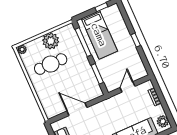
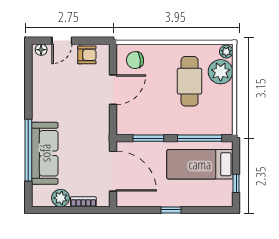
plant: (51, 41) -> (221, 72), moved
door: (127, 87) -> (113, 171), width x1.88
chair: (53, 104) -> (135, 60), added
plant: (163, 121) -> (61, 198), moved

